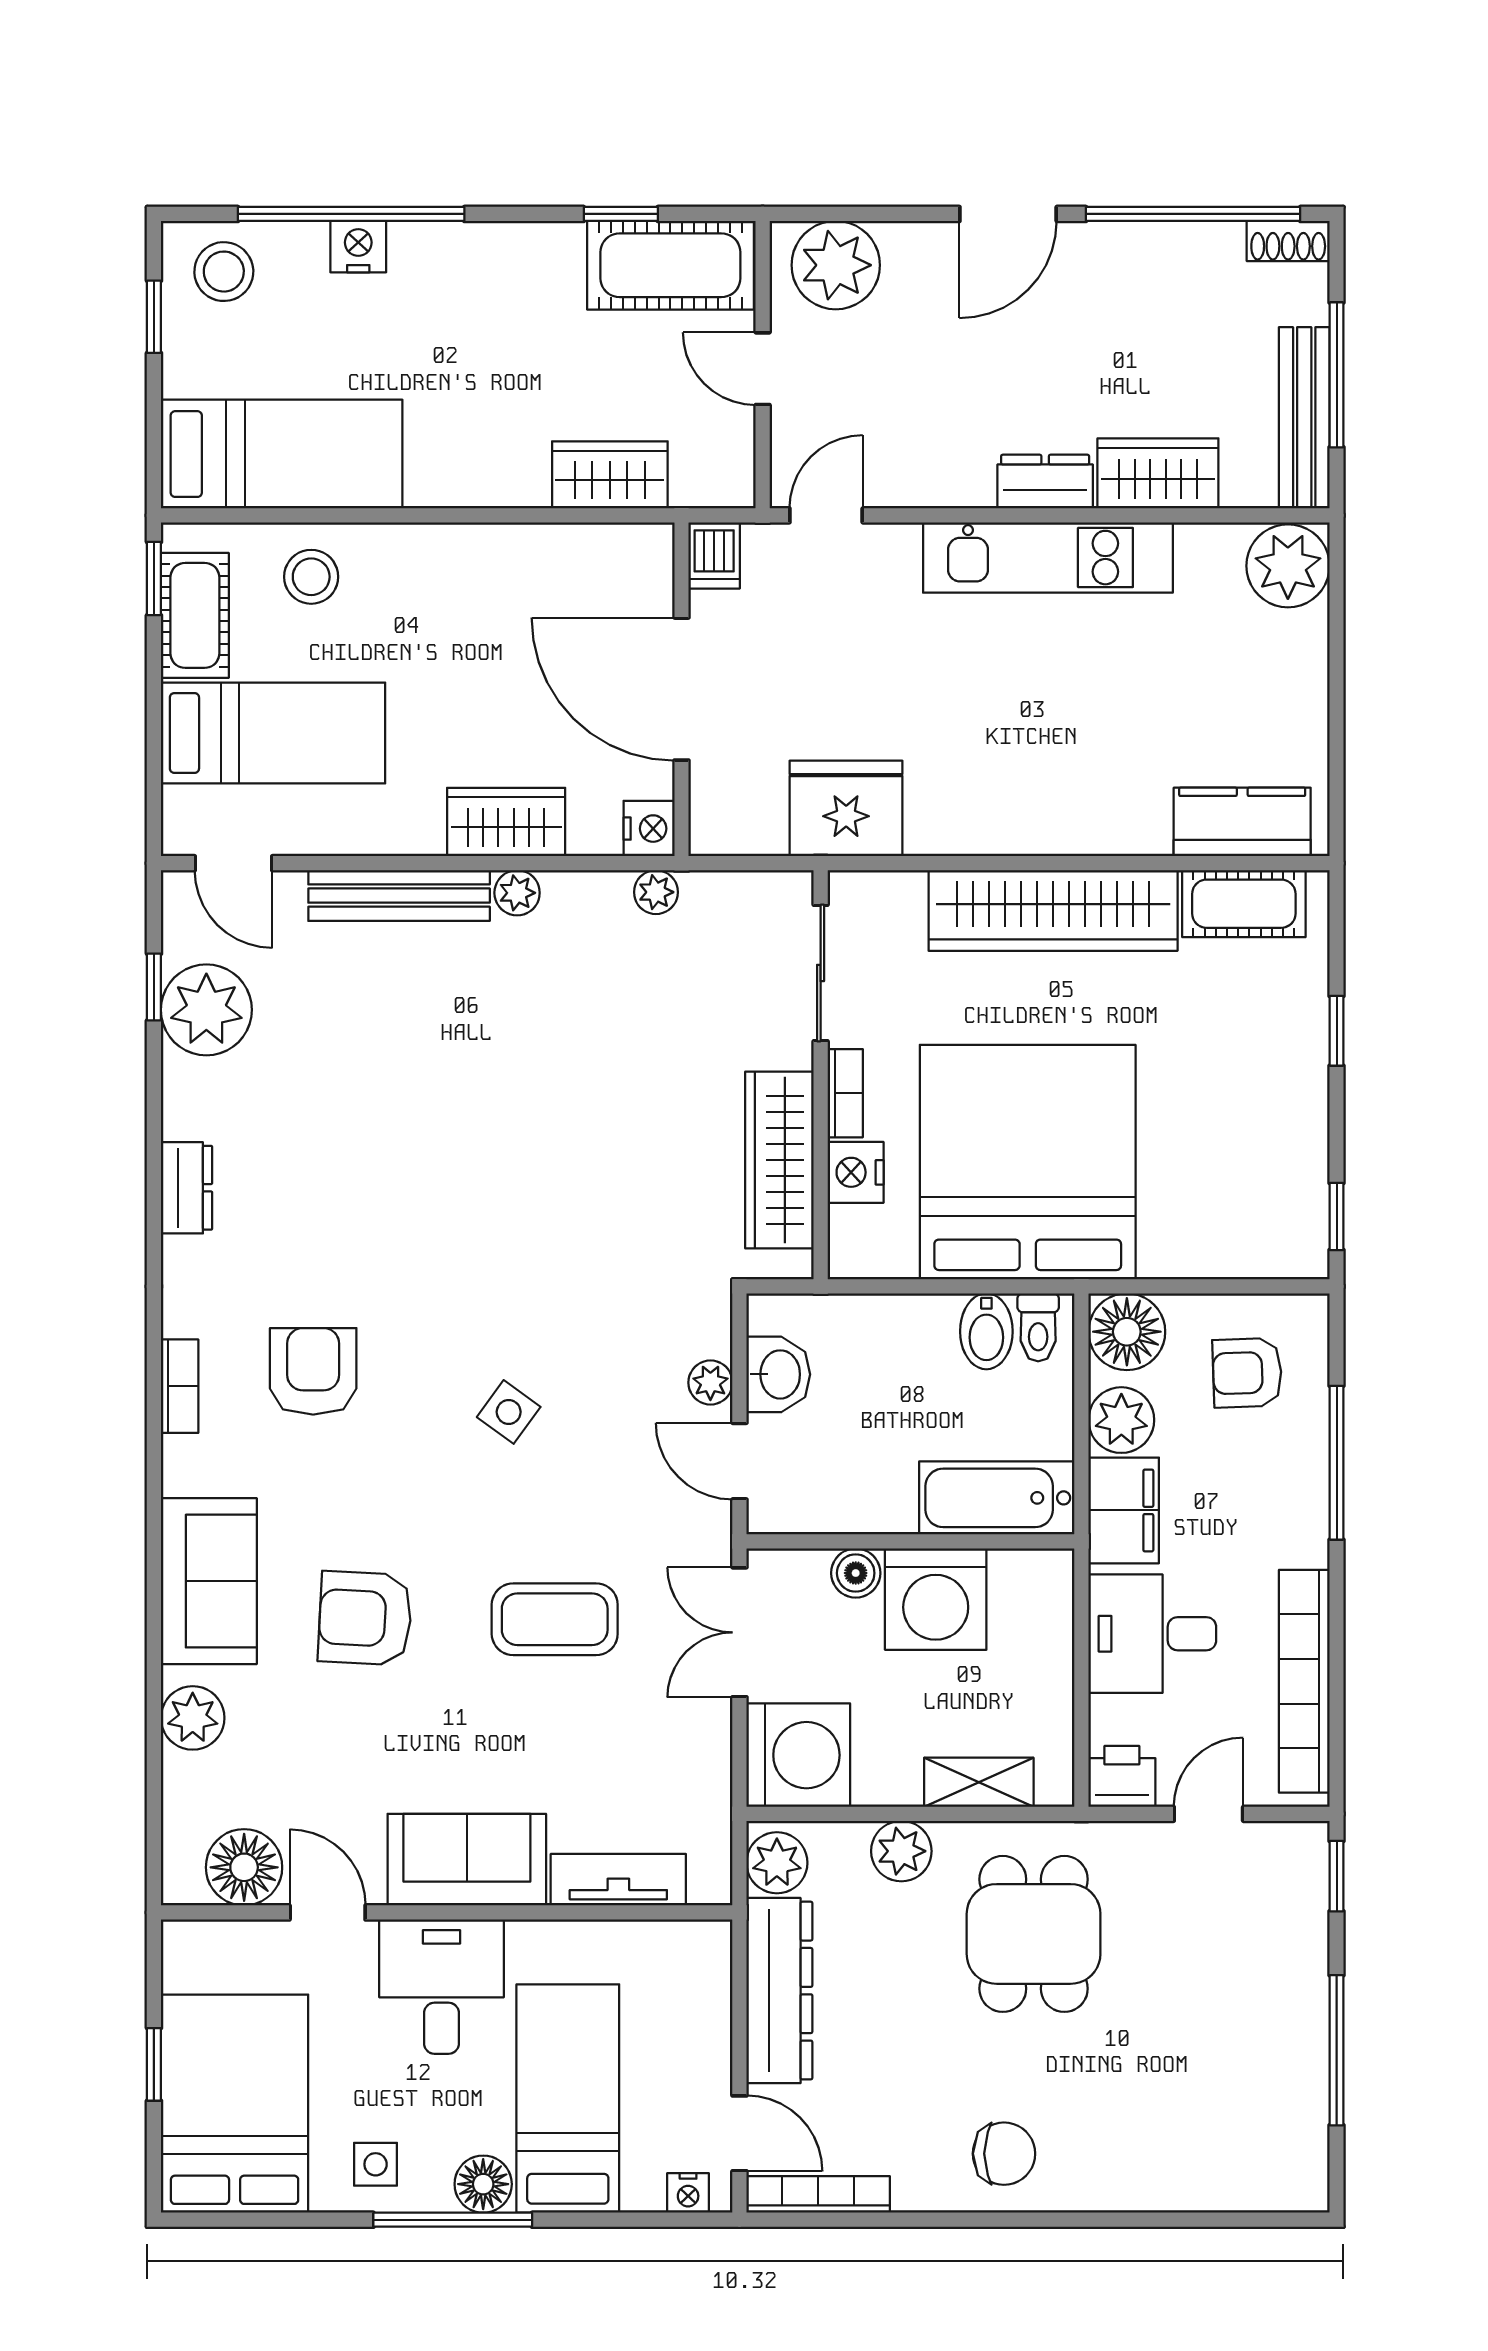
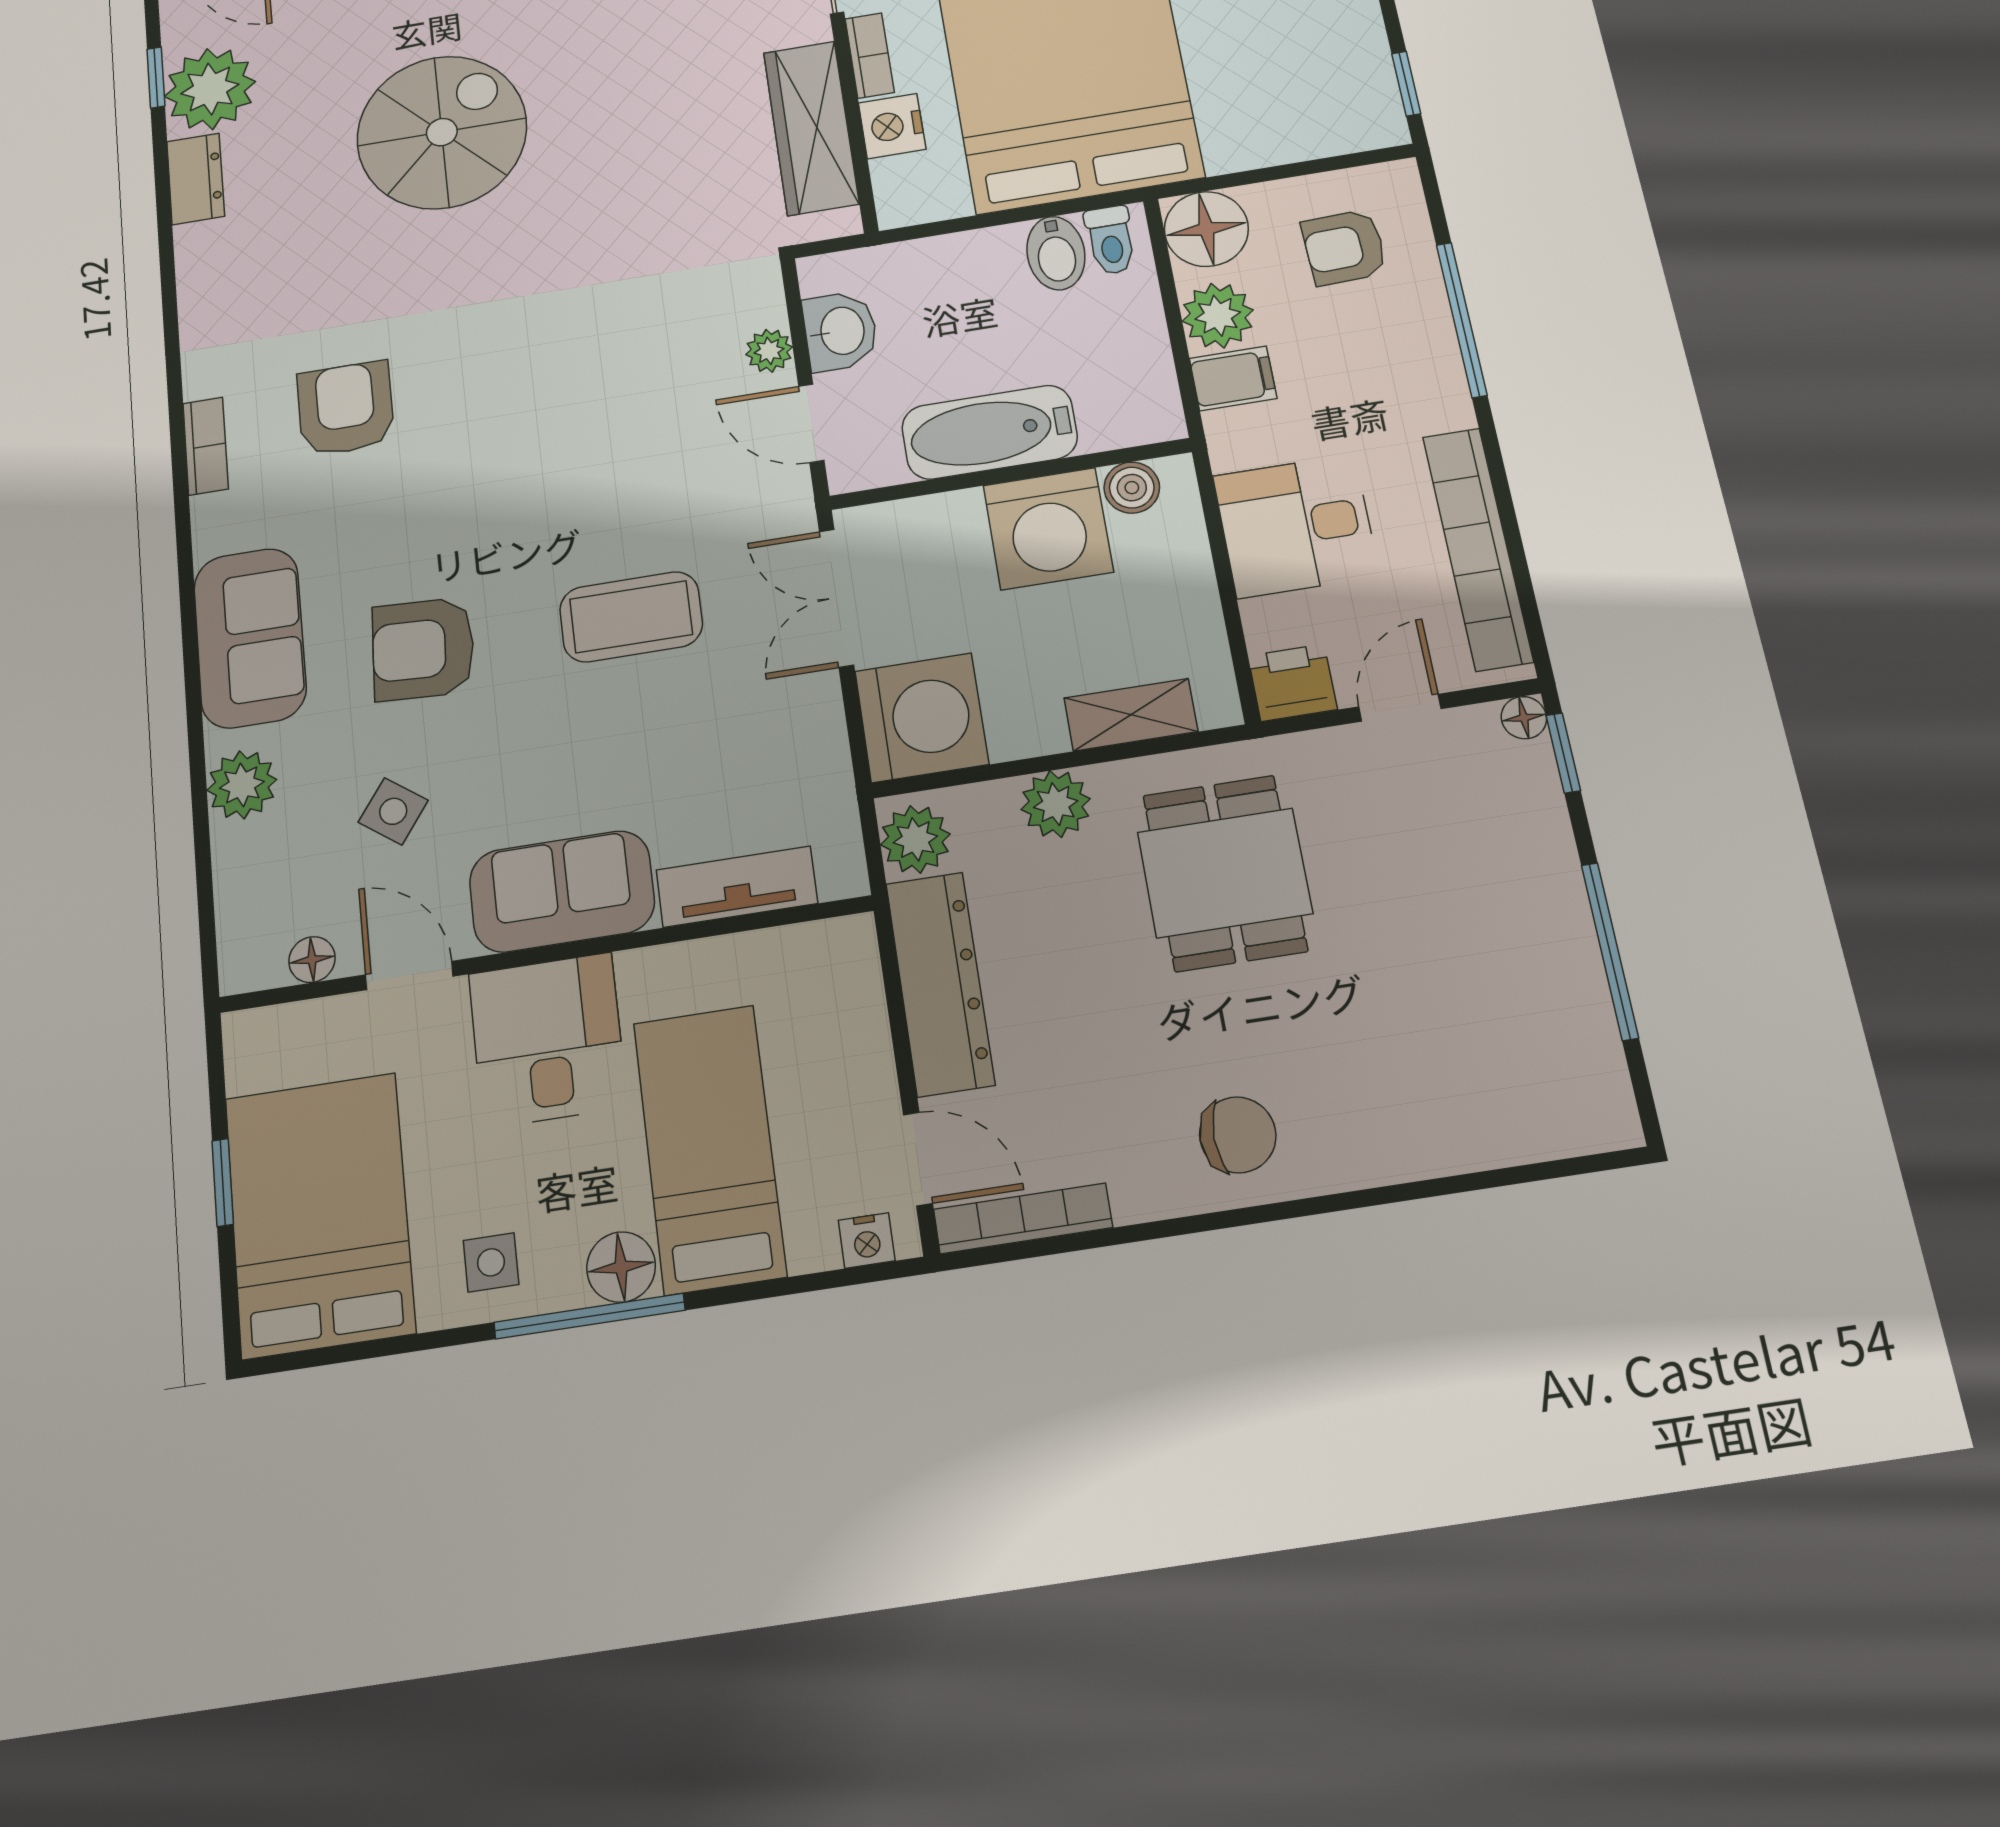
spiral stairs: (428, 1099) -> (442, 132), added
dresser: (187, 1188) -> (196, 179), moved
side table: (509, 1412) -> (393, 811), moved
bathtub: (997, 1498) -> (990, 432), moved
filing cabinet: (1124, 1510) -> (1233, 379), width x0.50
boiler: (856, 1573) -> (1132, 488), moved
floor lamp: (1311, 1840) -> (1524, 718), added
floor lamp: (244, 1867) -> (312, 960), width x0.53, depth x0.53

